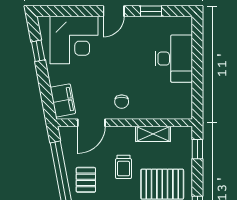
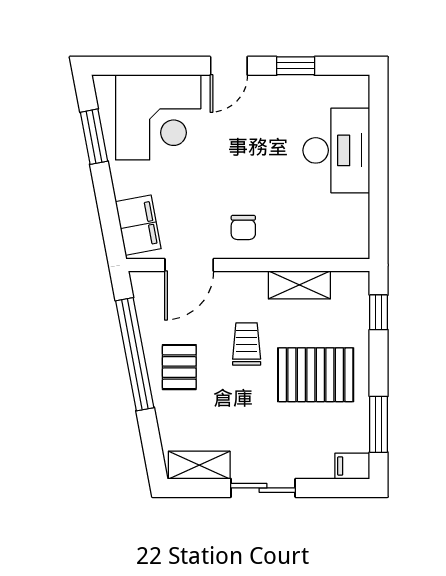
window: (38, 51) -> (94, 137), width x1.50
trolley: (124, 167) -> (247, 344), turned 180

